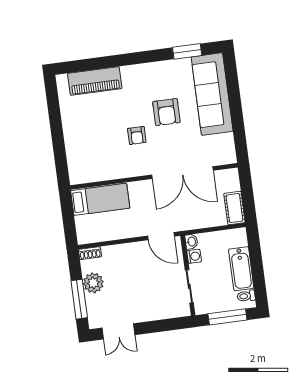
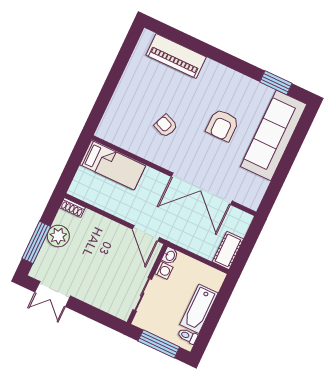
armchair: (137, 136) -> (166, 126), moved, turned 112

